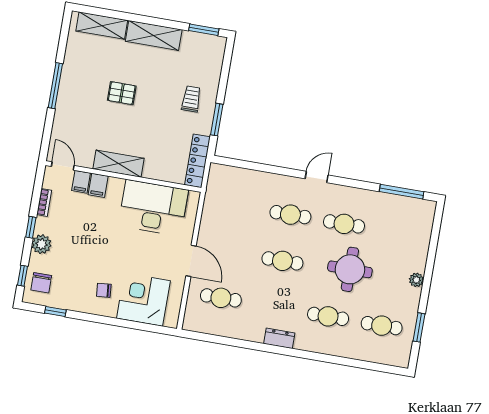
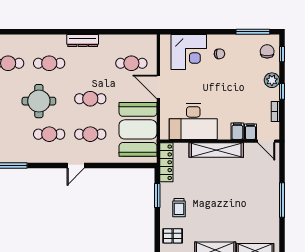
pallet: (122, 93) -> (173, 236), moved
shelving: (119, 164) -> (216, 150), width x1.47
booth: (227, 210) -> (138, 129), added
window: (55, 311) -> (253, 32), width x2.17
dresser: (279, 338) -> (83, 41), width x1.44

